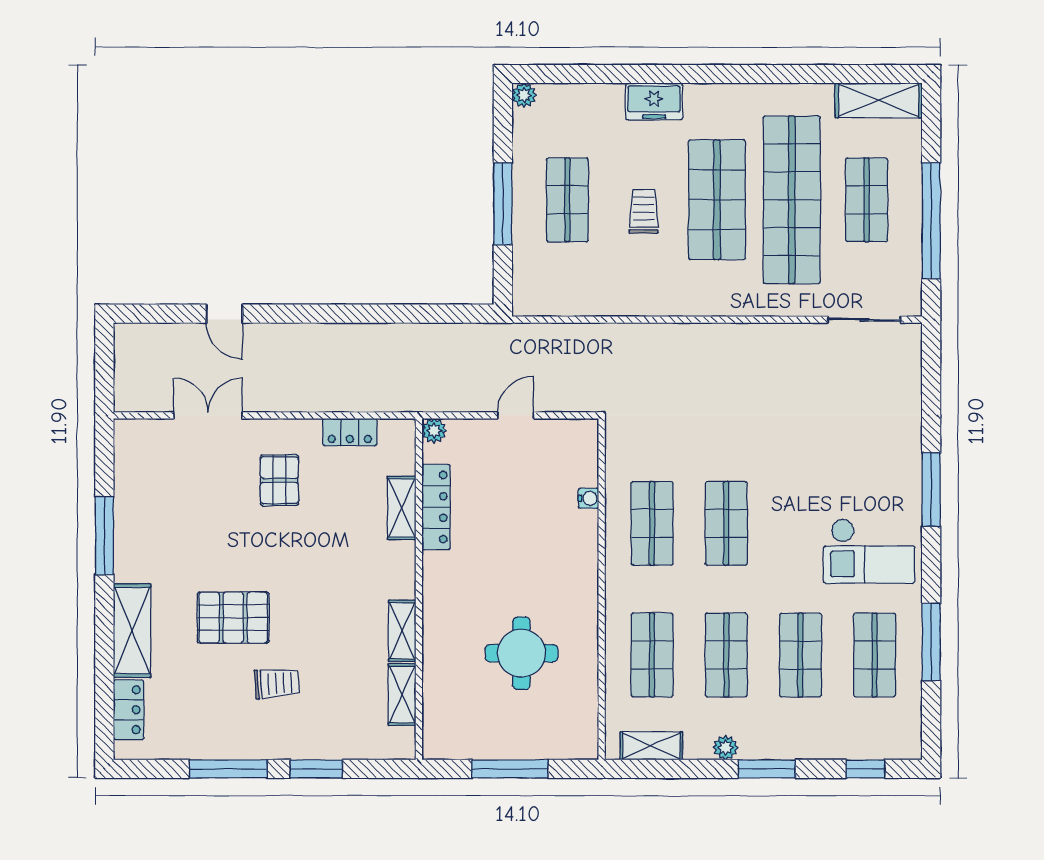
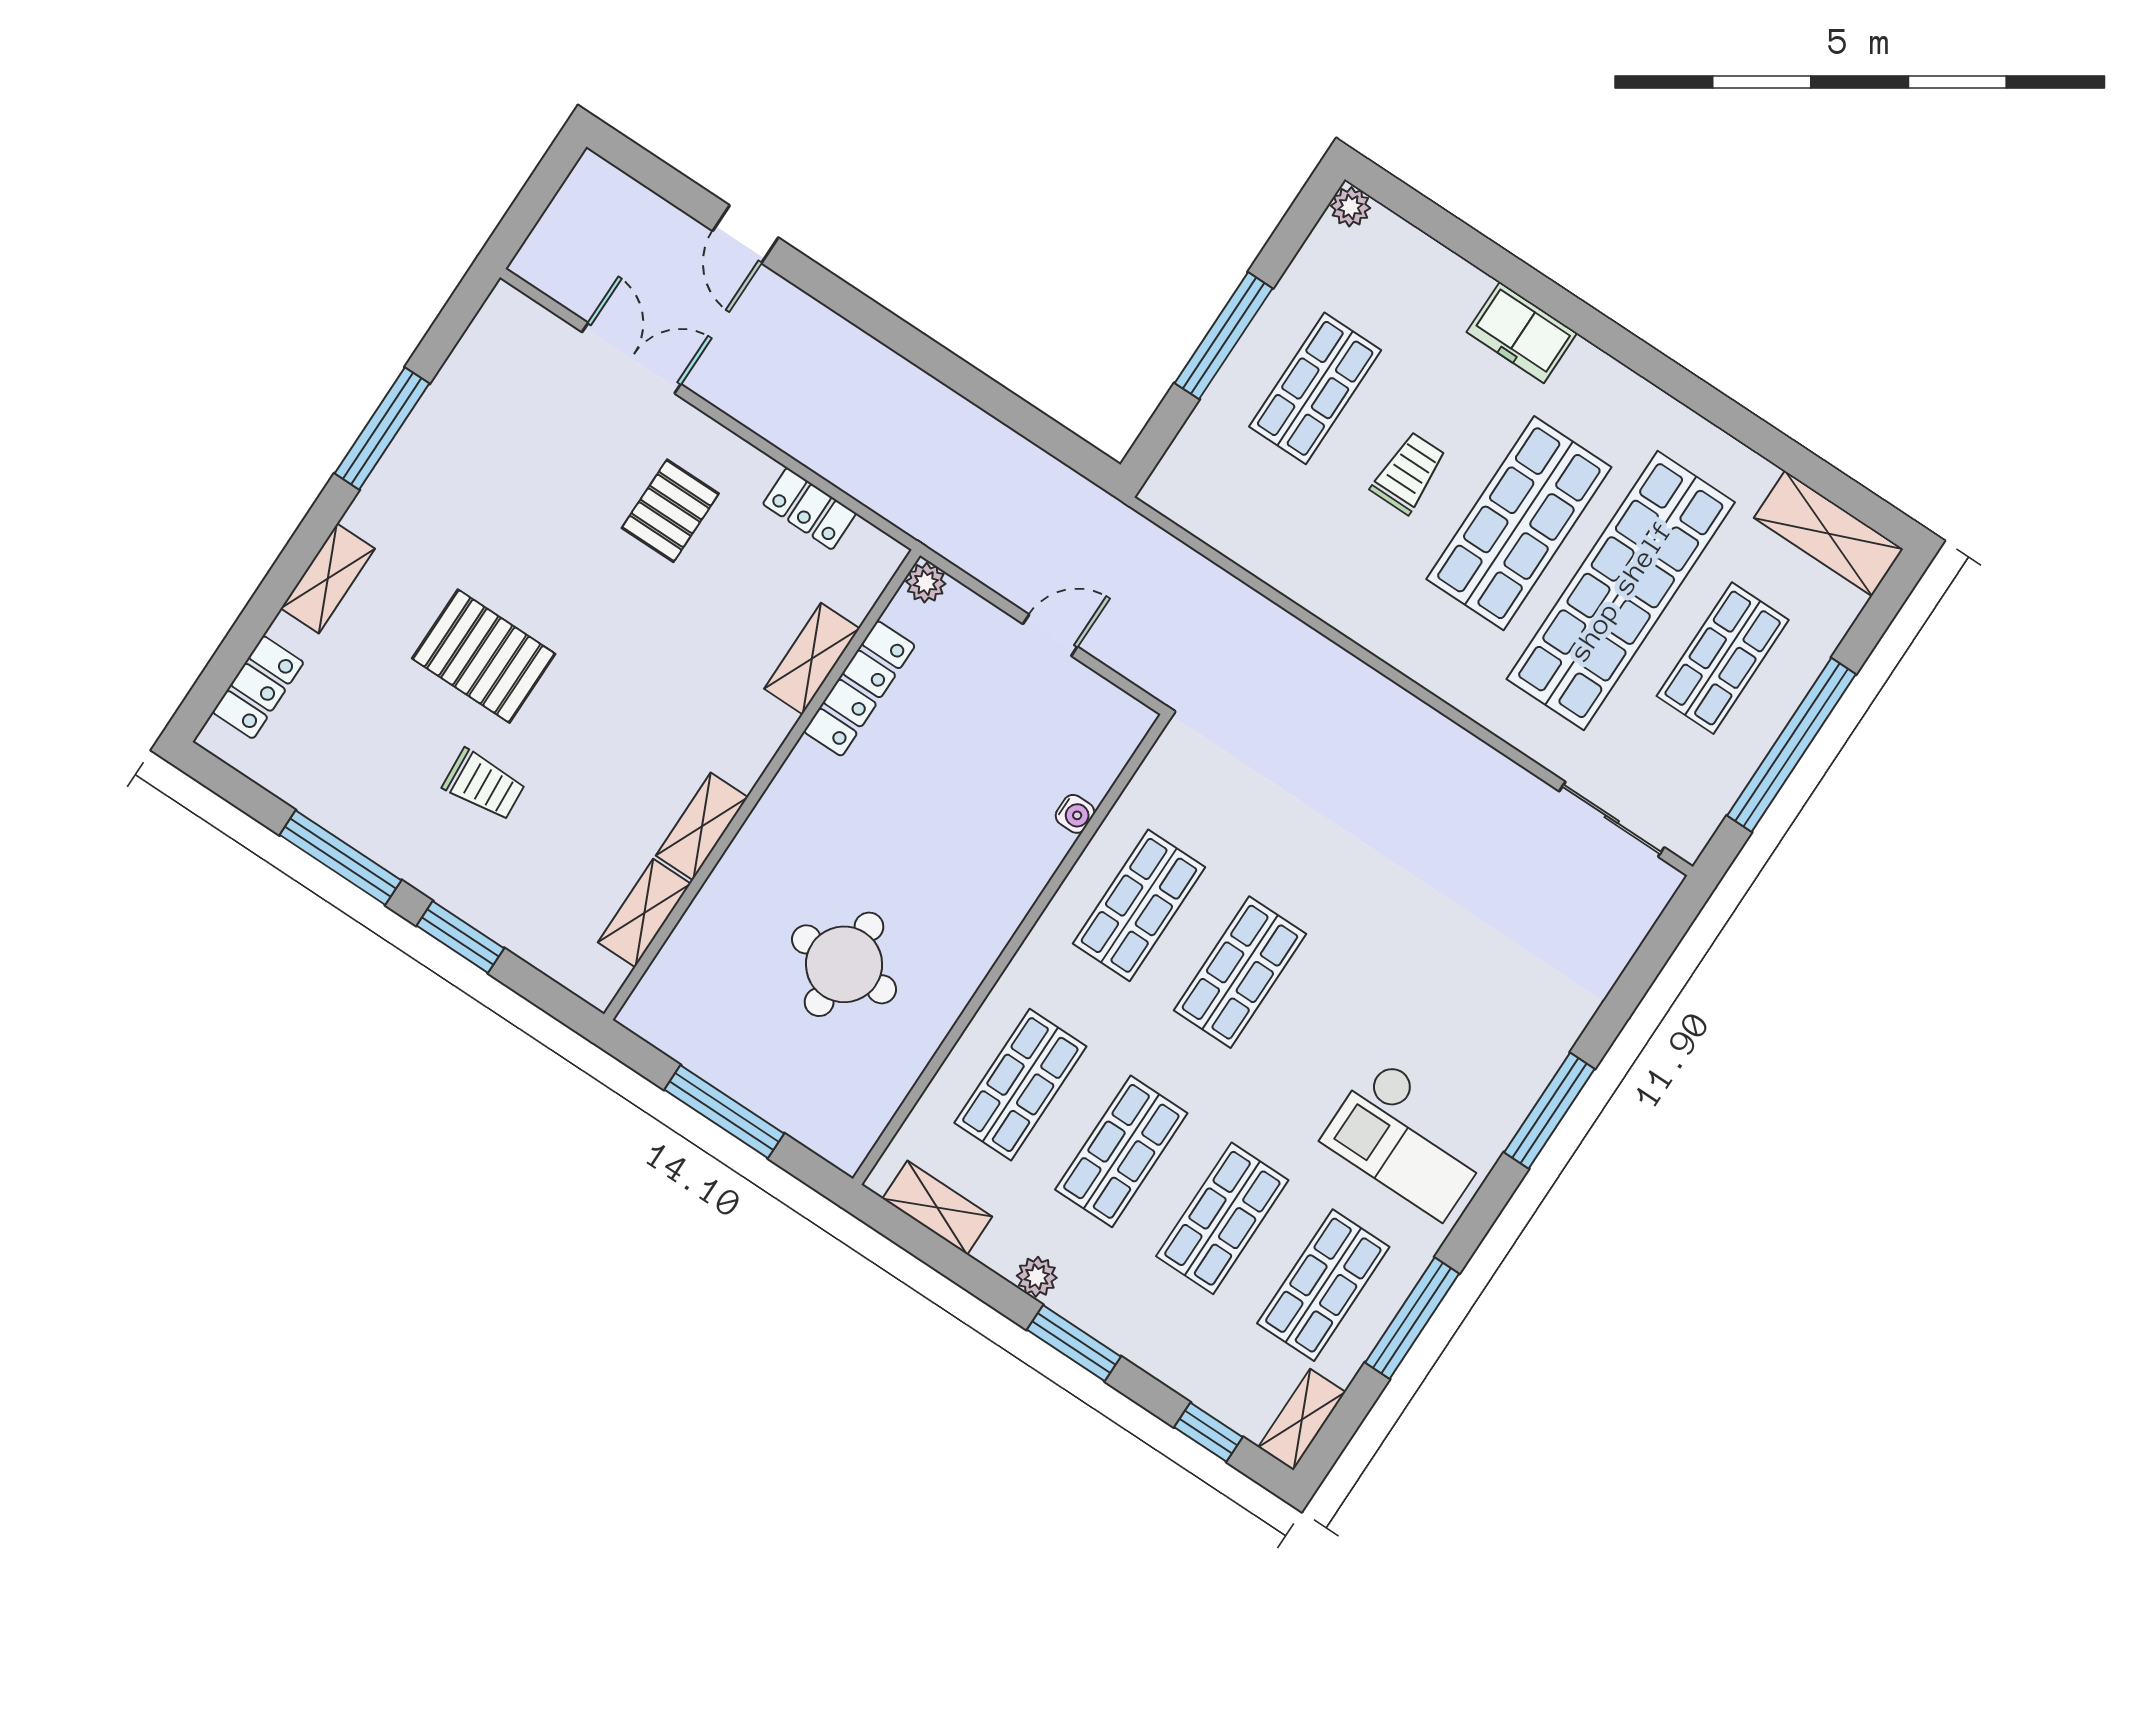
shelving: (132, 631) -> (328, 578), width x0.67, depth x0.75
shelving: (909, 731) -> (1302, 1420), added

